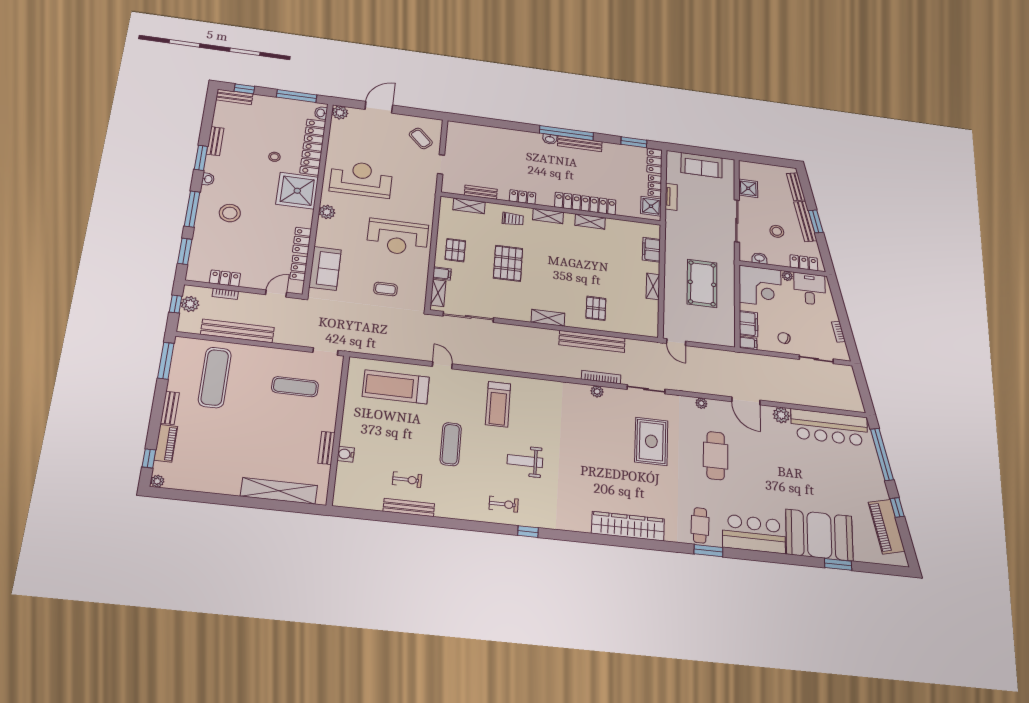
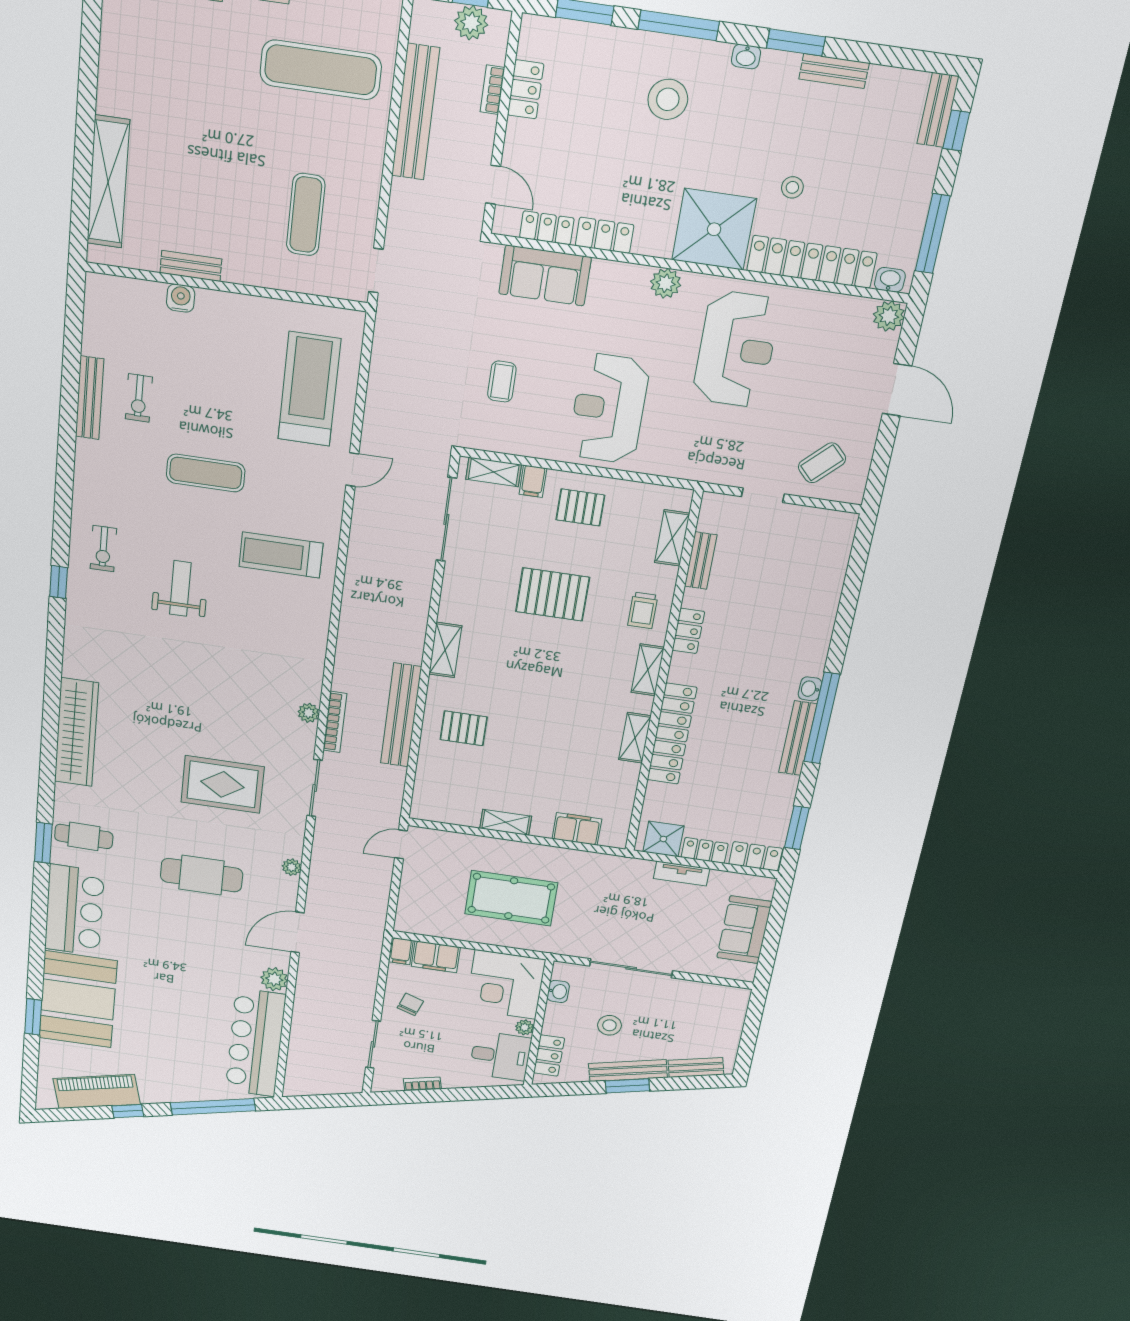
shower: (748, 188) -> (695, 995), removed

